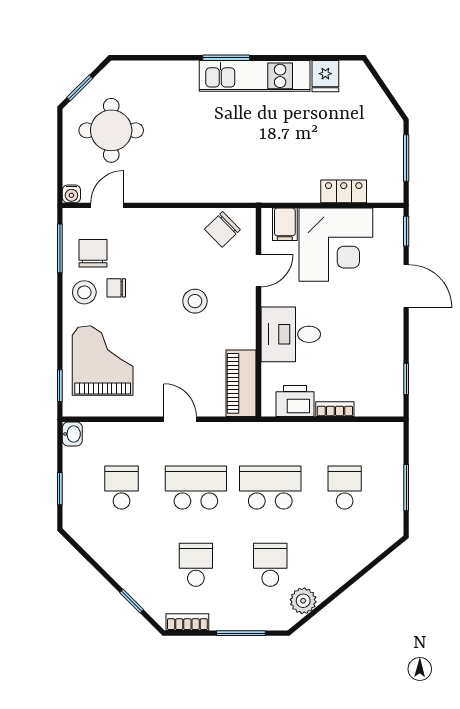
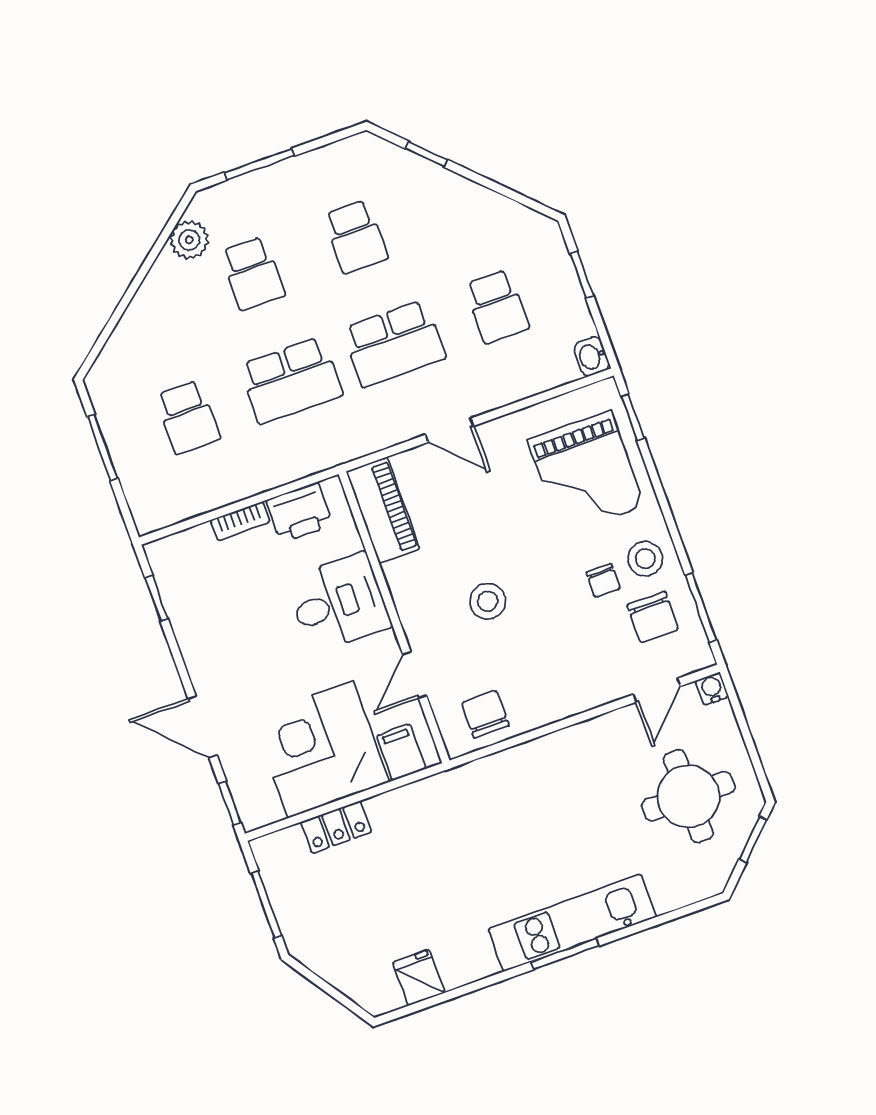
kitchen unit: (255, 76) -> (572, 923), moved
chair: (222, 229) -> (485, 714), turned -46
chair: (116, 288) -> (603, 581), turned 90
bookcase: (187, 622) -> (339, 153), removed

